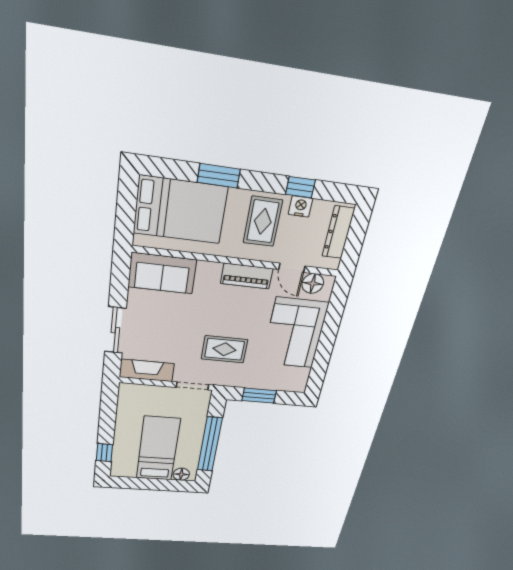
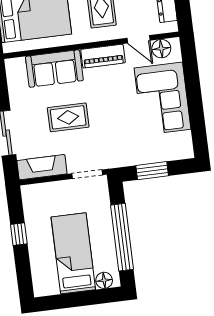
sofa: (162, 273) -> (54, 68), moved
rug: (225, 349) -> (68, 117), moved
window: (104, 453) -> (19, 234), moved

